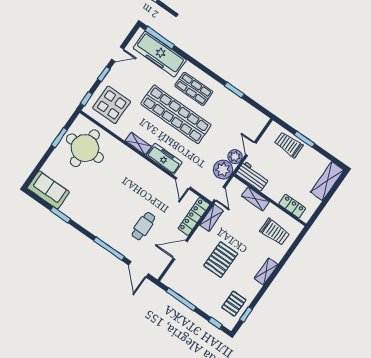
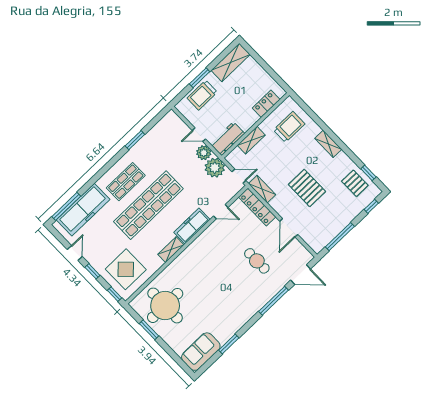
shelving: (327, 181) -> (231, 62), moved, turned 90

